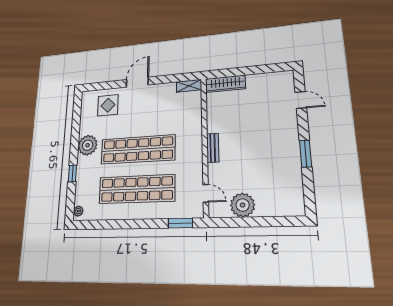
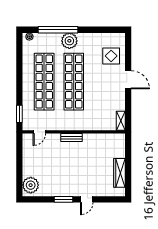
wardrobe: (225, 84) -> (119, 173), moved
door: (301, 100) -> (87, 199), moved
plant: (88, 145) -> (69, 41), moved
window: (72, 173) -> (58, 30), width x3.17
plant: (243, 205) -> (31, 185), moved

